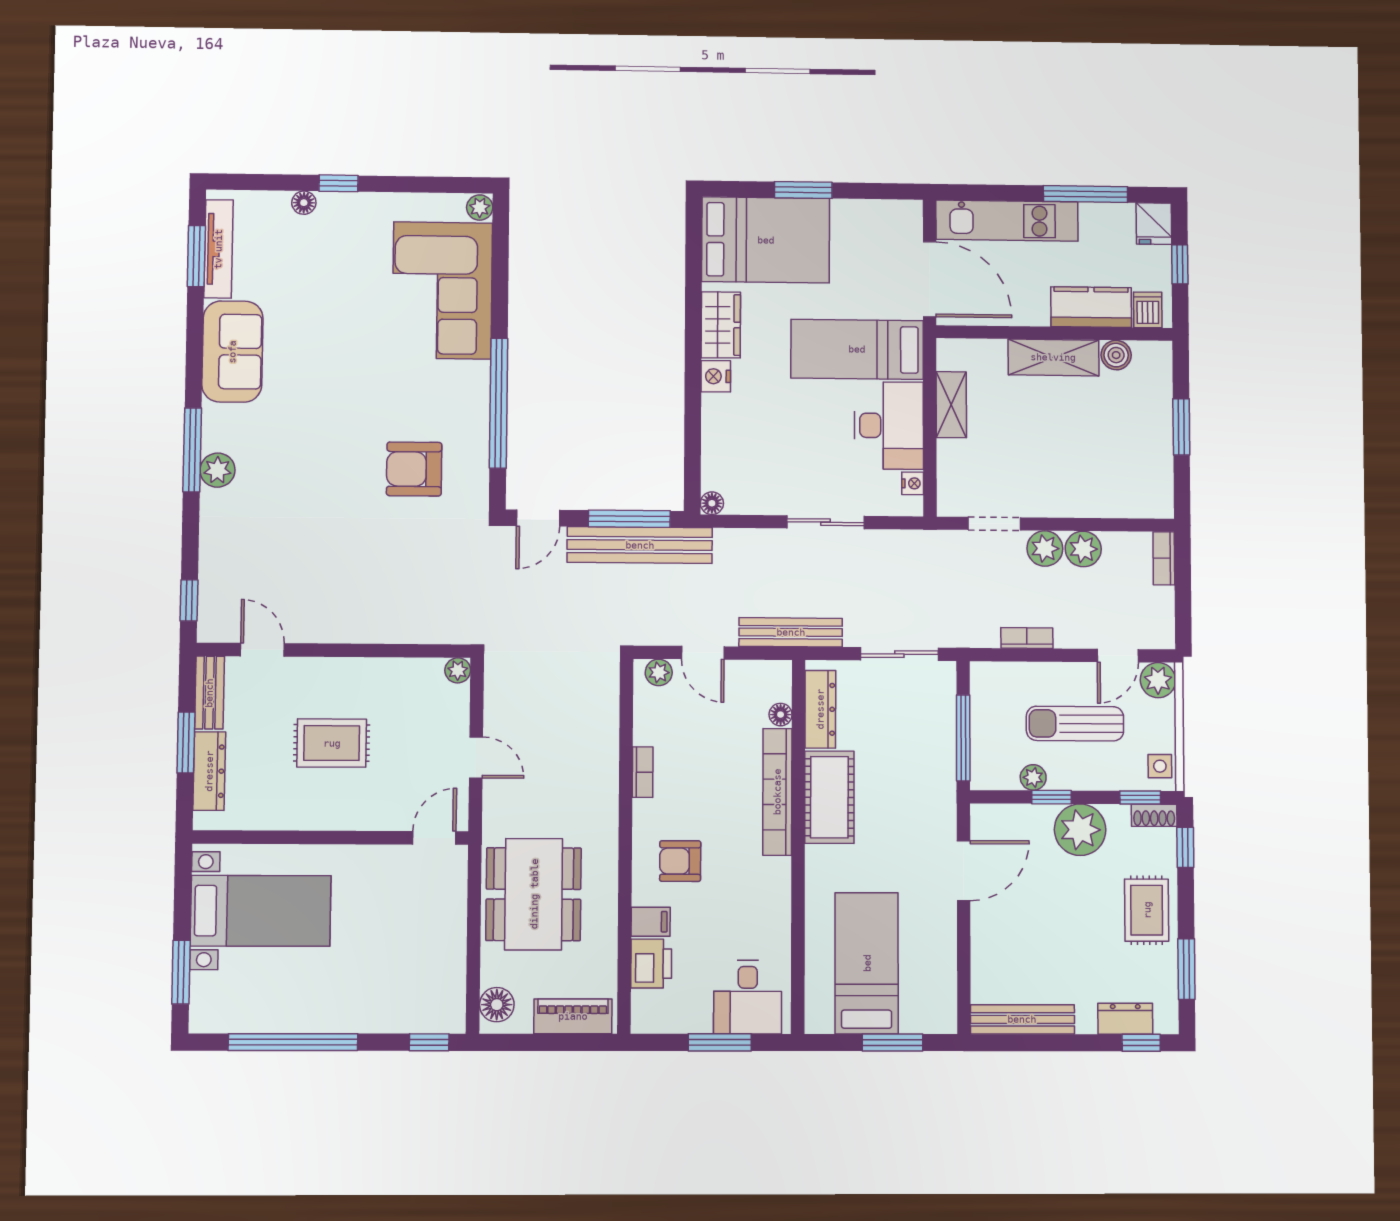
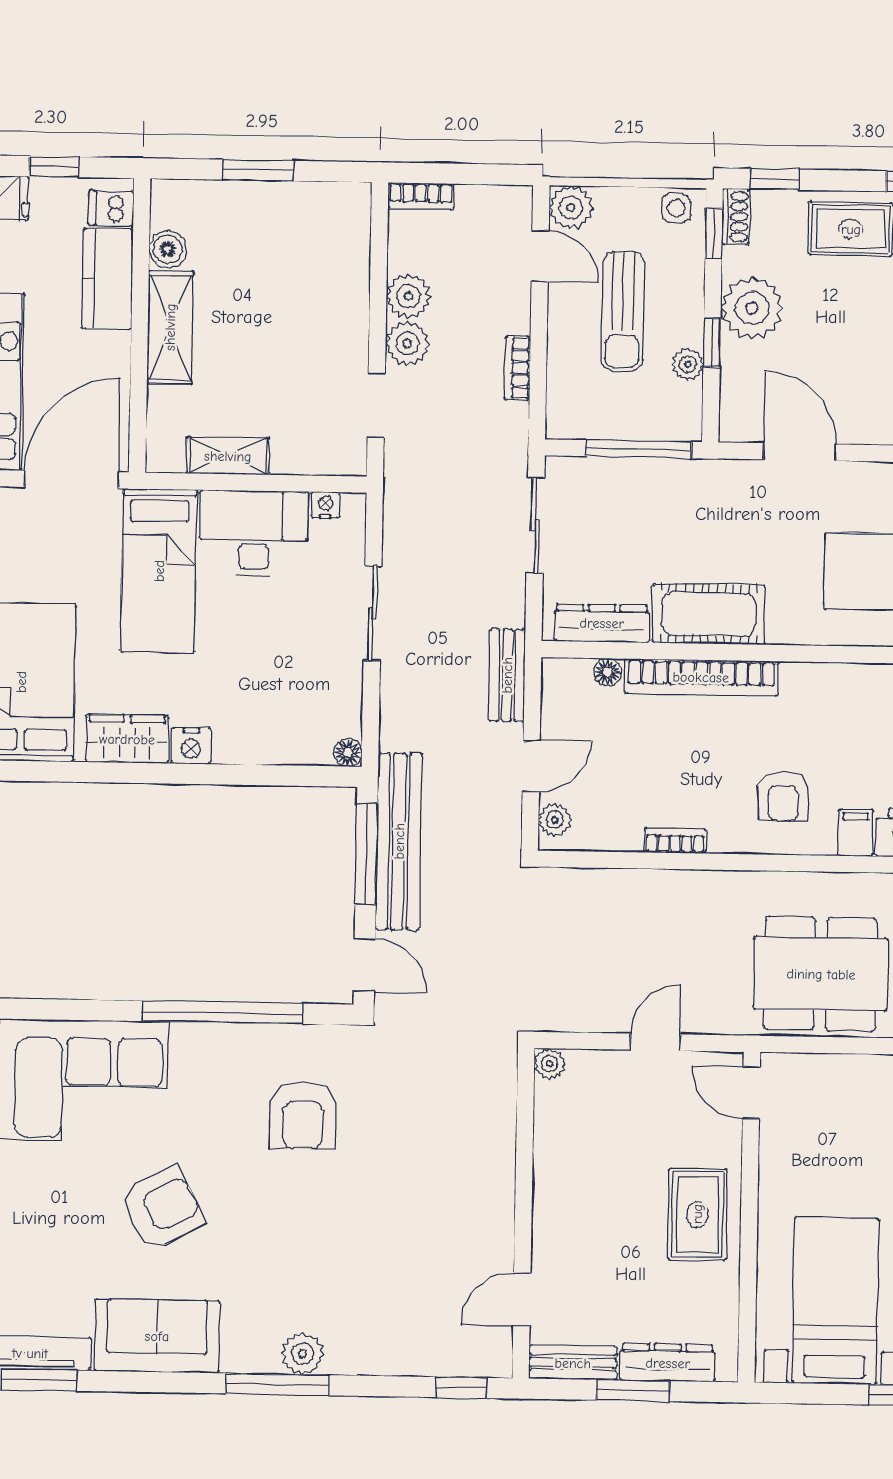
armchair: (338, 355) -> (162, 1208), added
bench: (791, 632) -> (507, 675), width x0.73
rug: (332, 743) -> (697, 1214), moved

